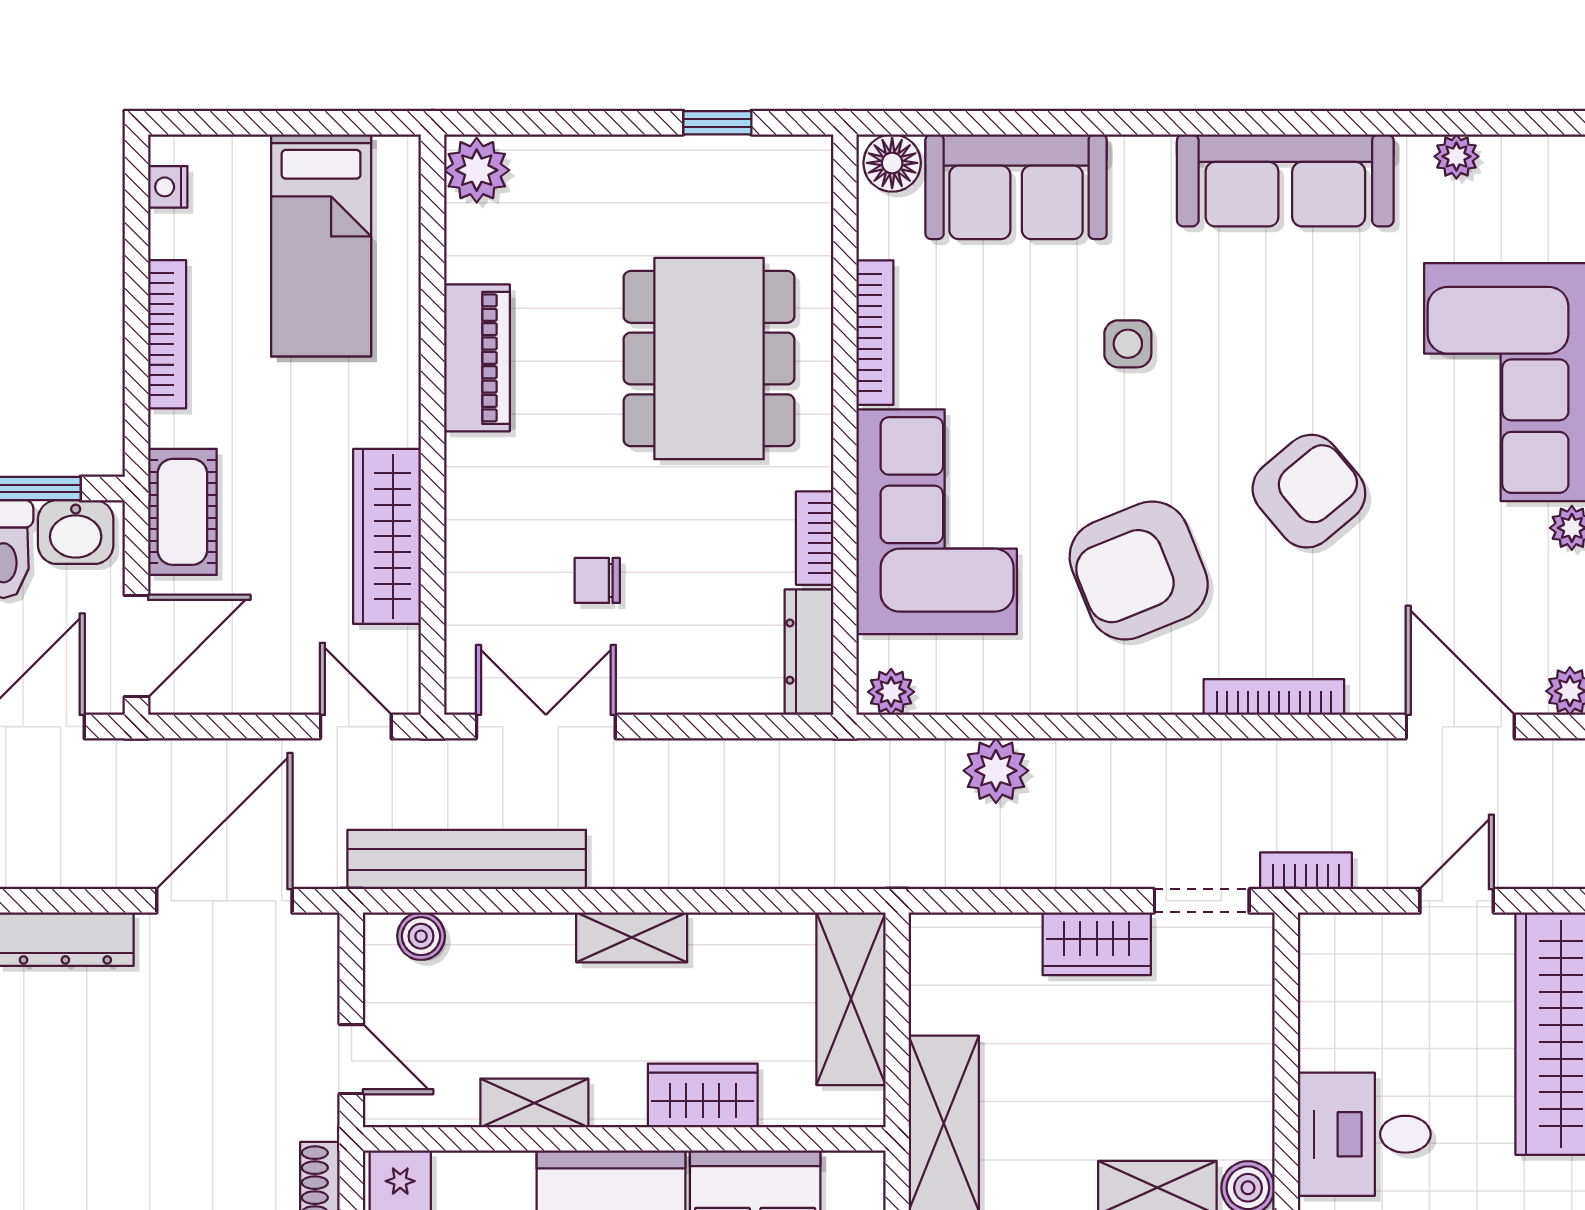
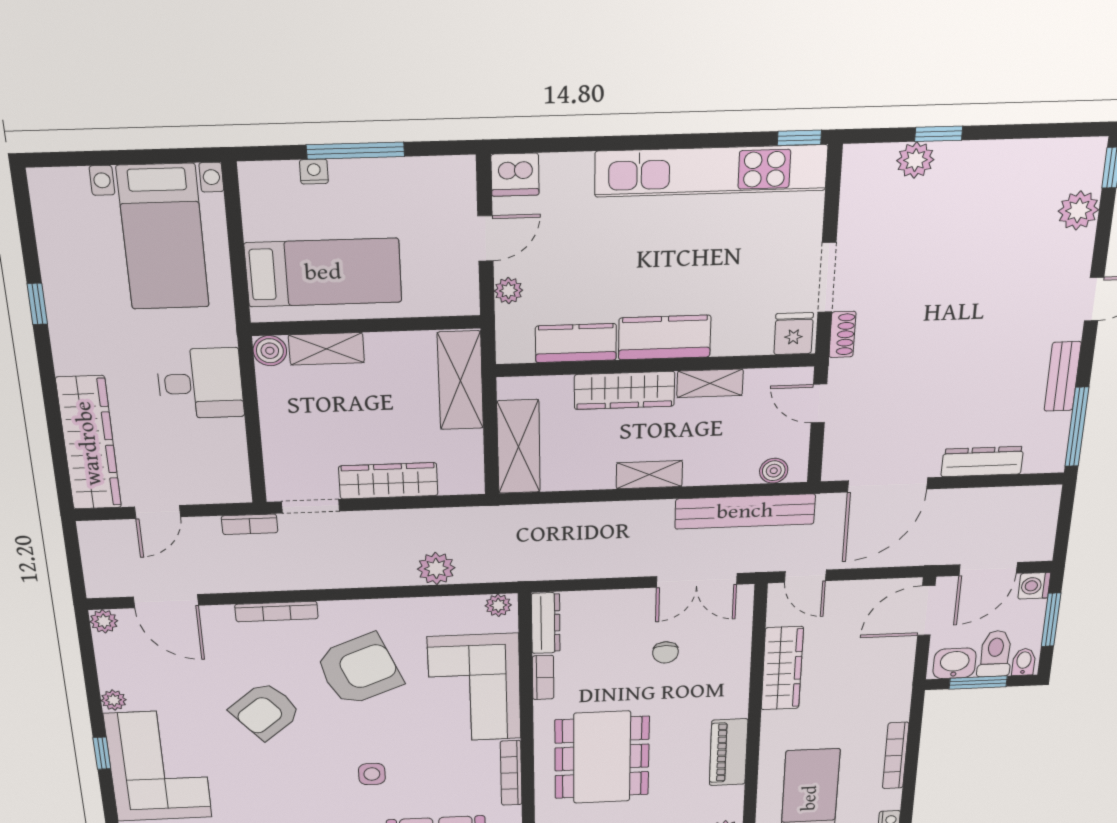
cot: (182, 512) -> (895, 675), removed
chair: (597, 580) -> (665, 652), turned 90
wardrobe: (1097, 944) -> (388, 481), width x1.50
wardrobe: (703, 1095) -> (624, 390), width x1.50

